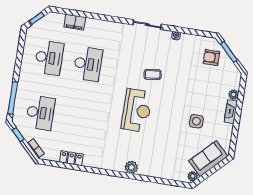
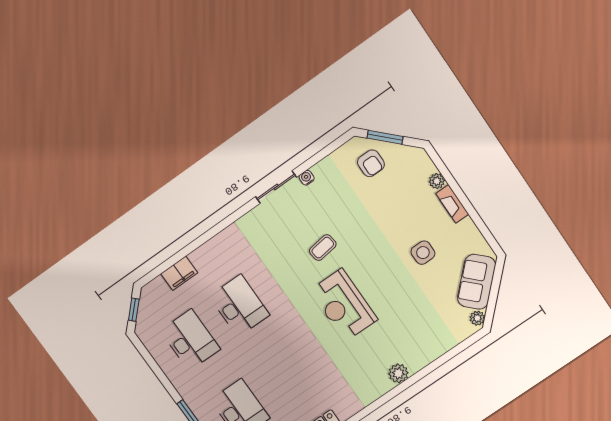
sliding door: (147, 25) -> (276, 187), moved
armchair: (211, 57) -> (371, 163), turned -90
reception desk: (137, 110) -> (344, 305), turned 180

